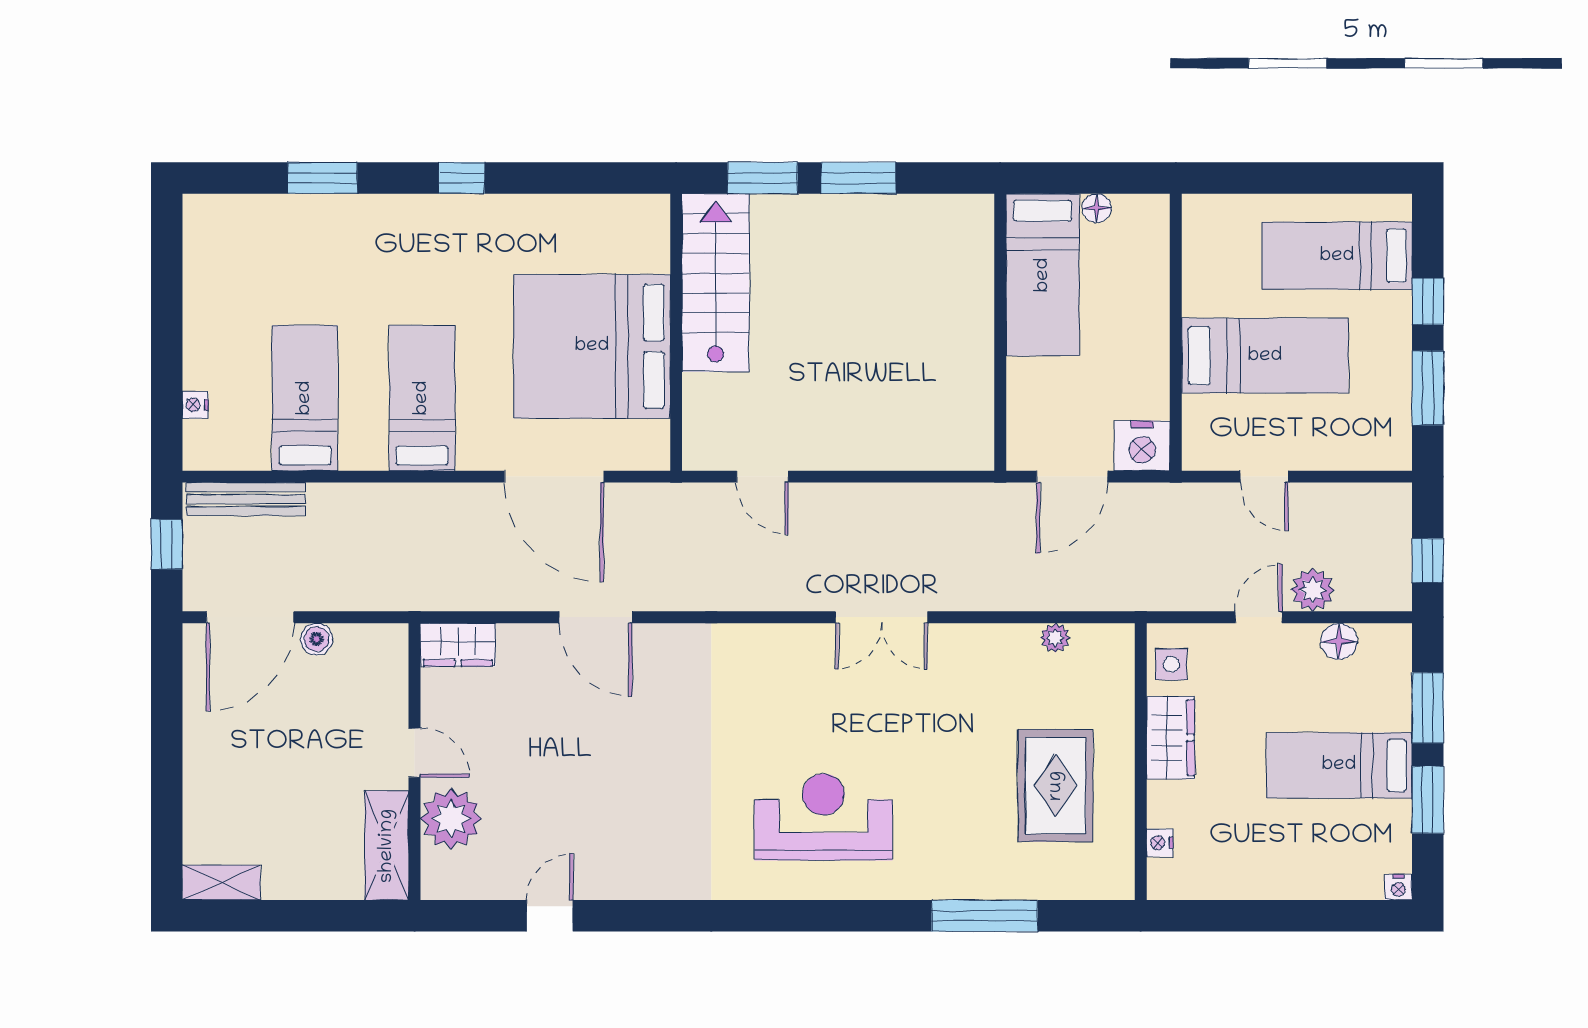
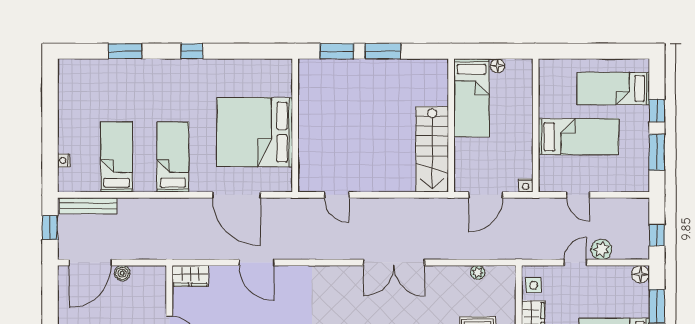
stairs: (716, 283) -> (432, 149), moved, turned 180
nightstand: (1142, 446) -> (526, 185), width x0.53, depth x0.56
double door: (881, 617) -> (394, 263), width x1.37
floor lamp: (1339, 641) -> (640, 274), moved

